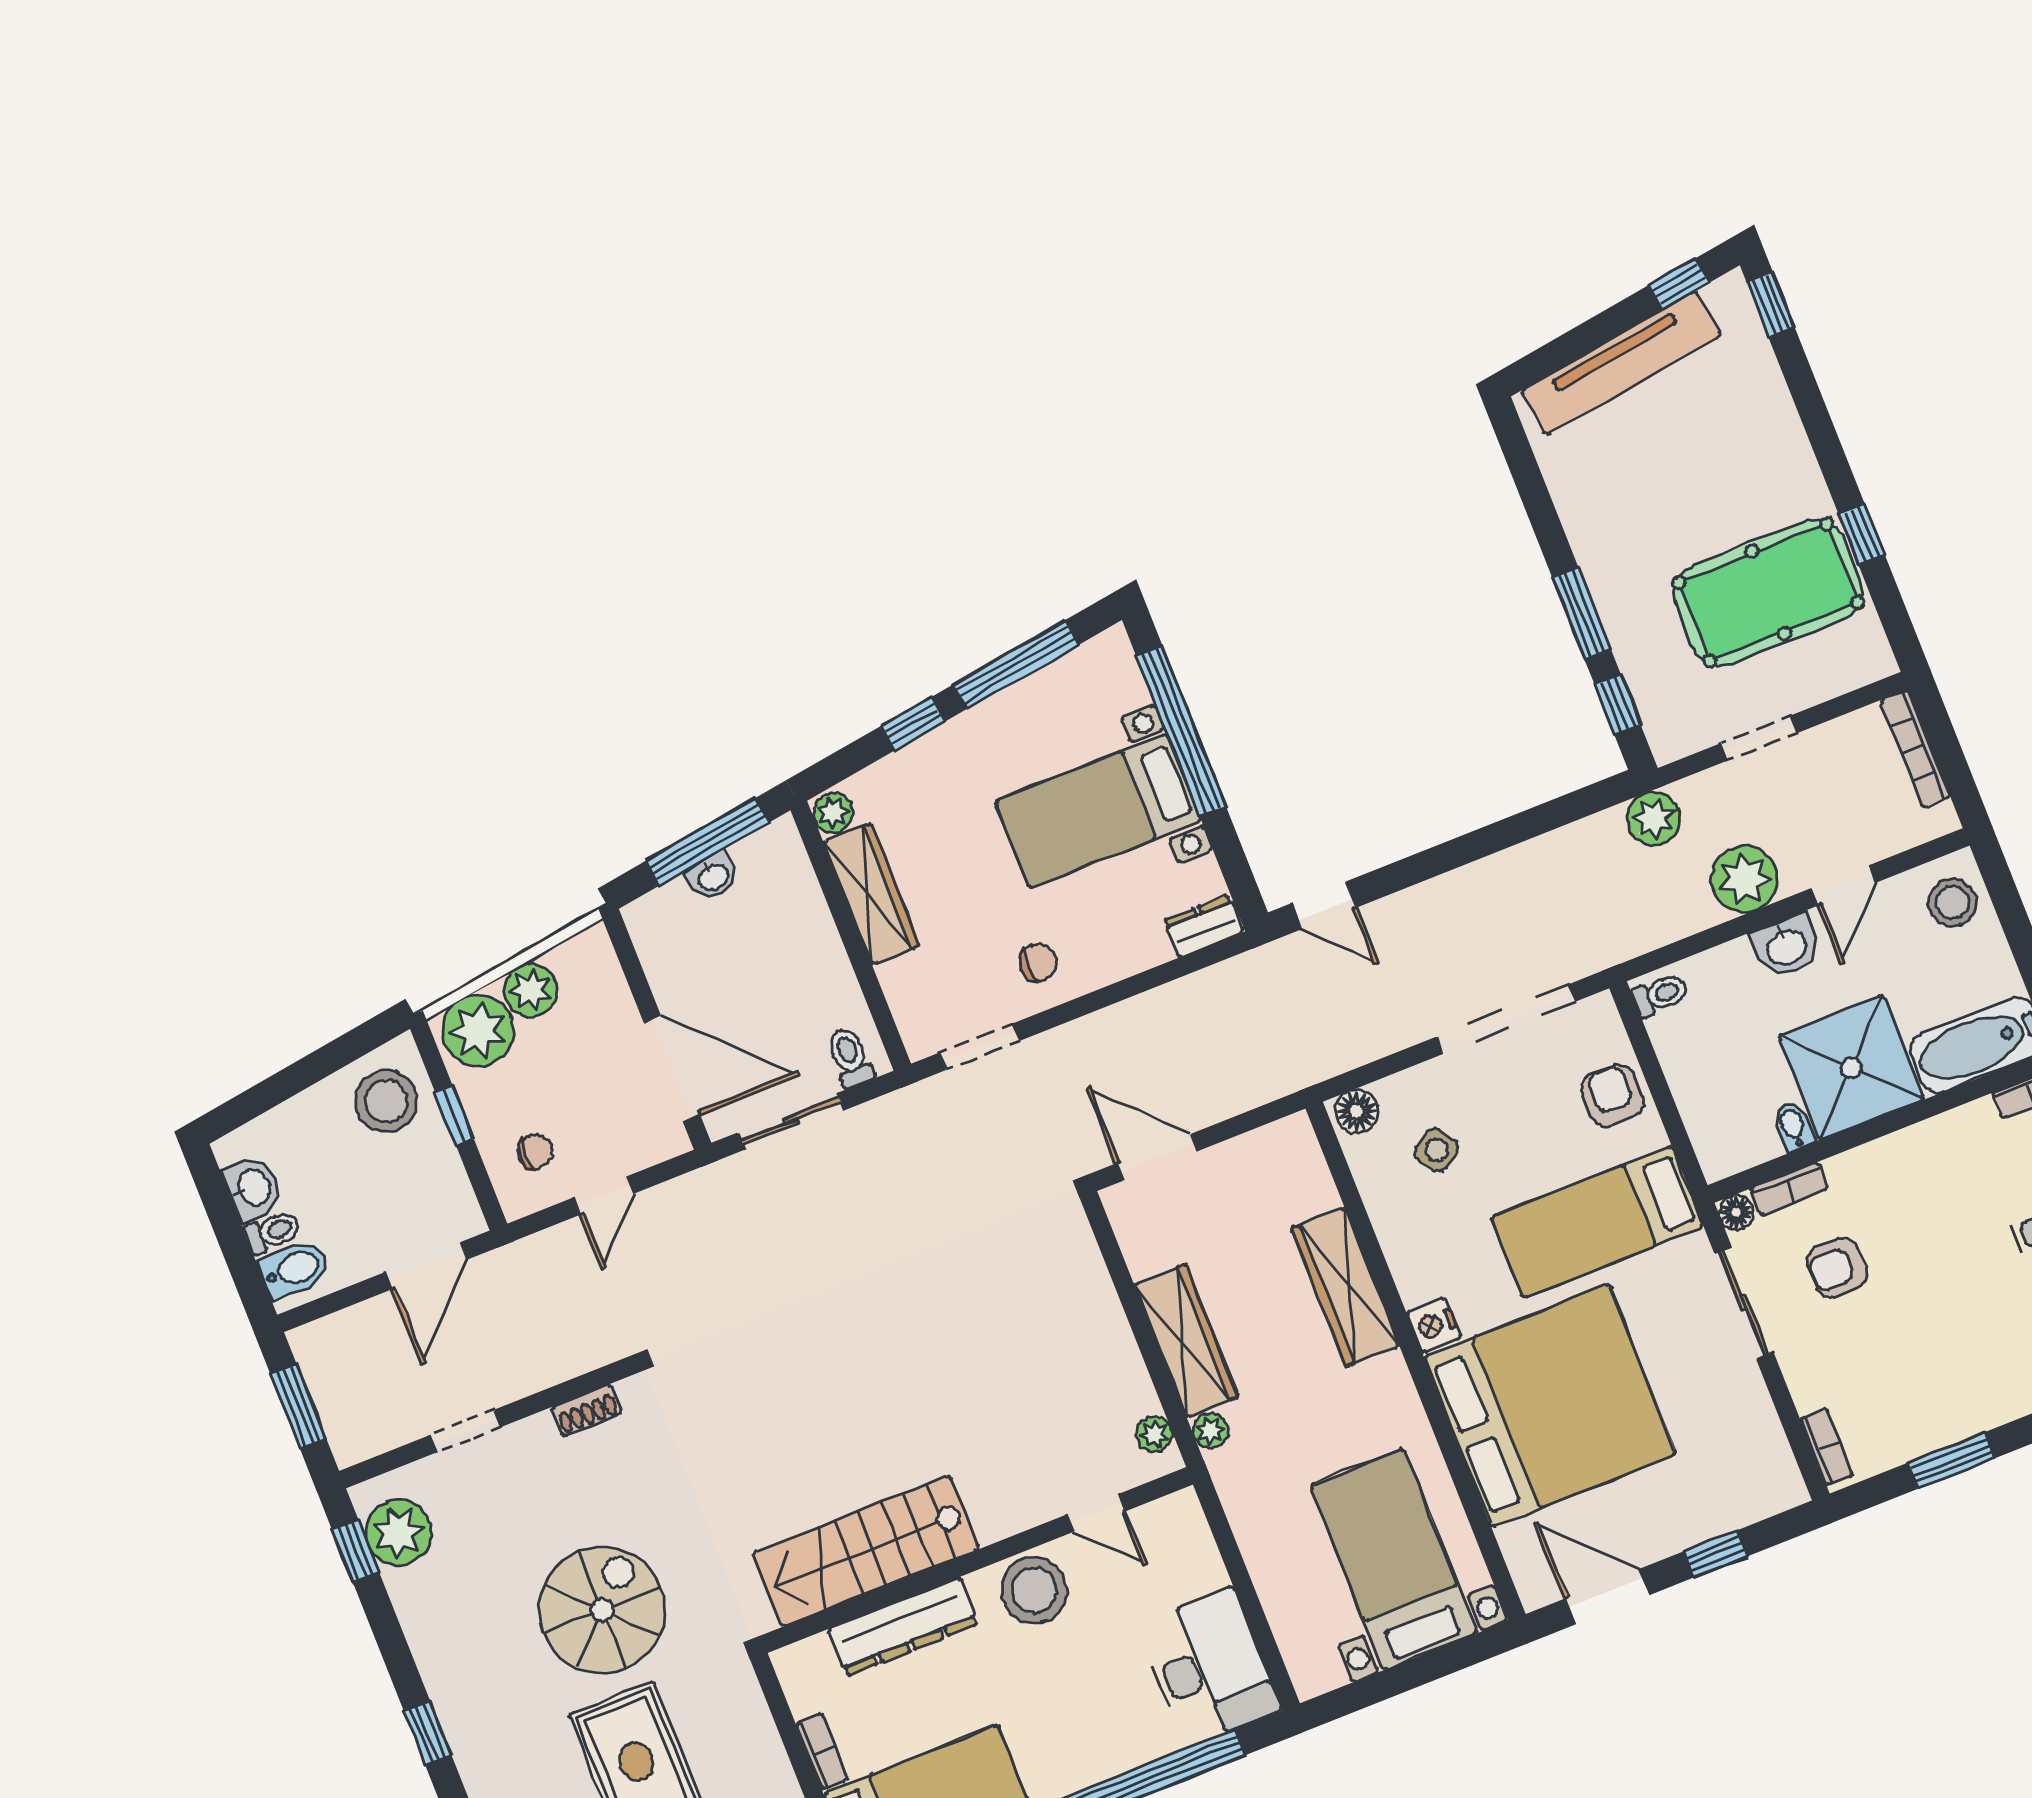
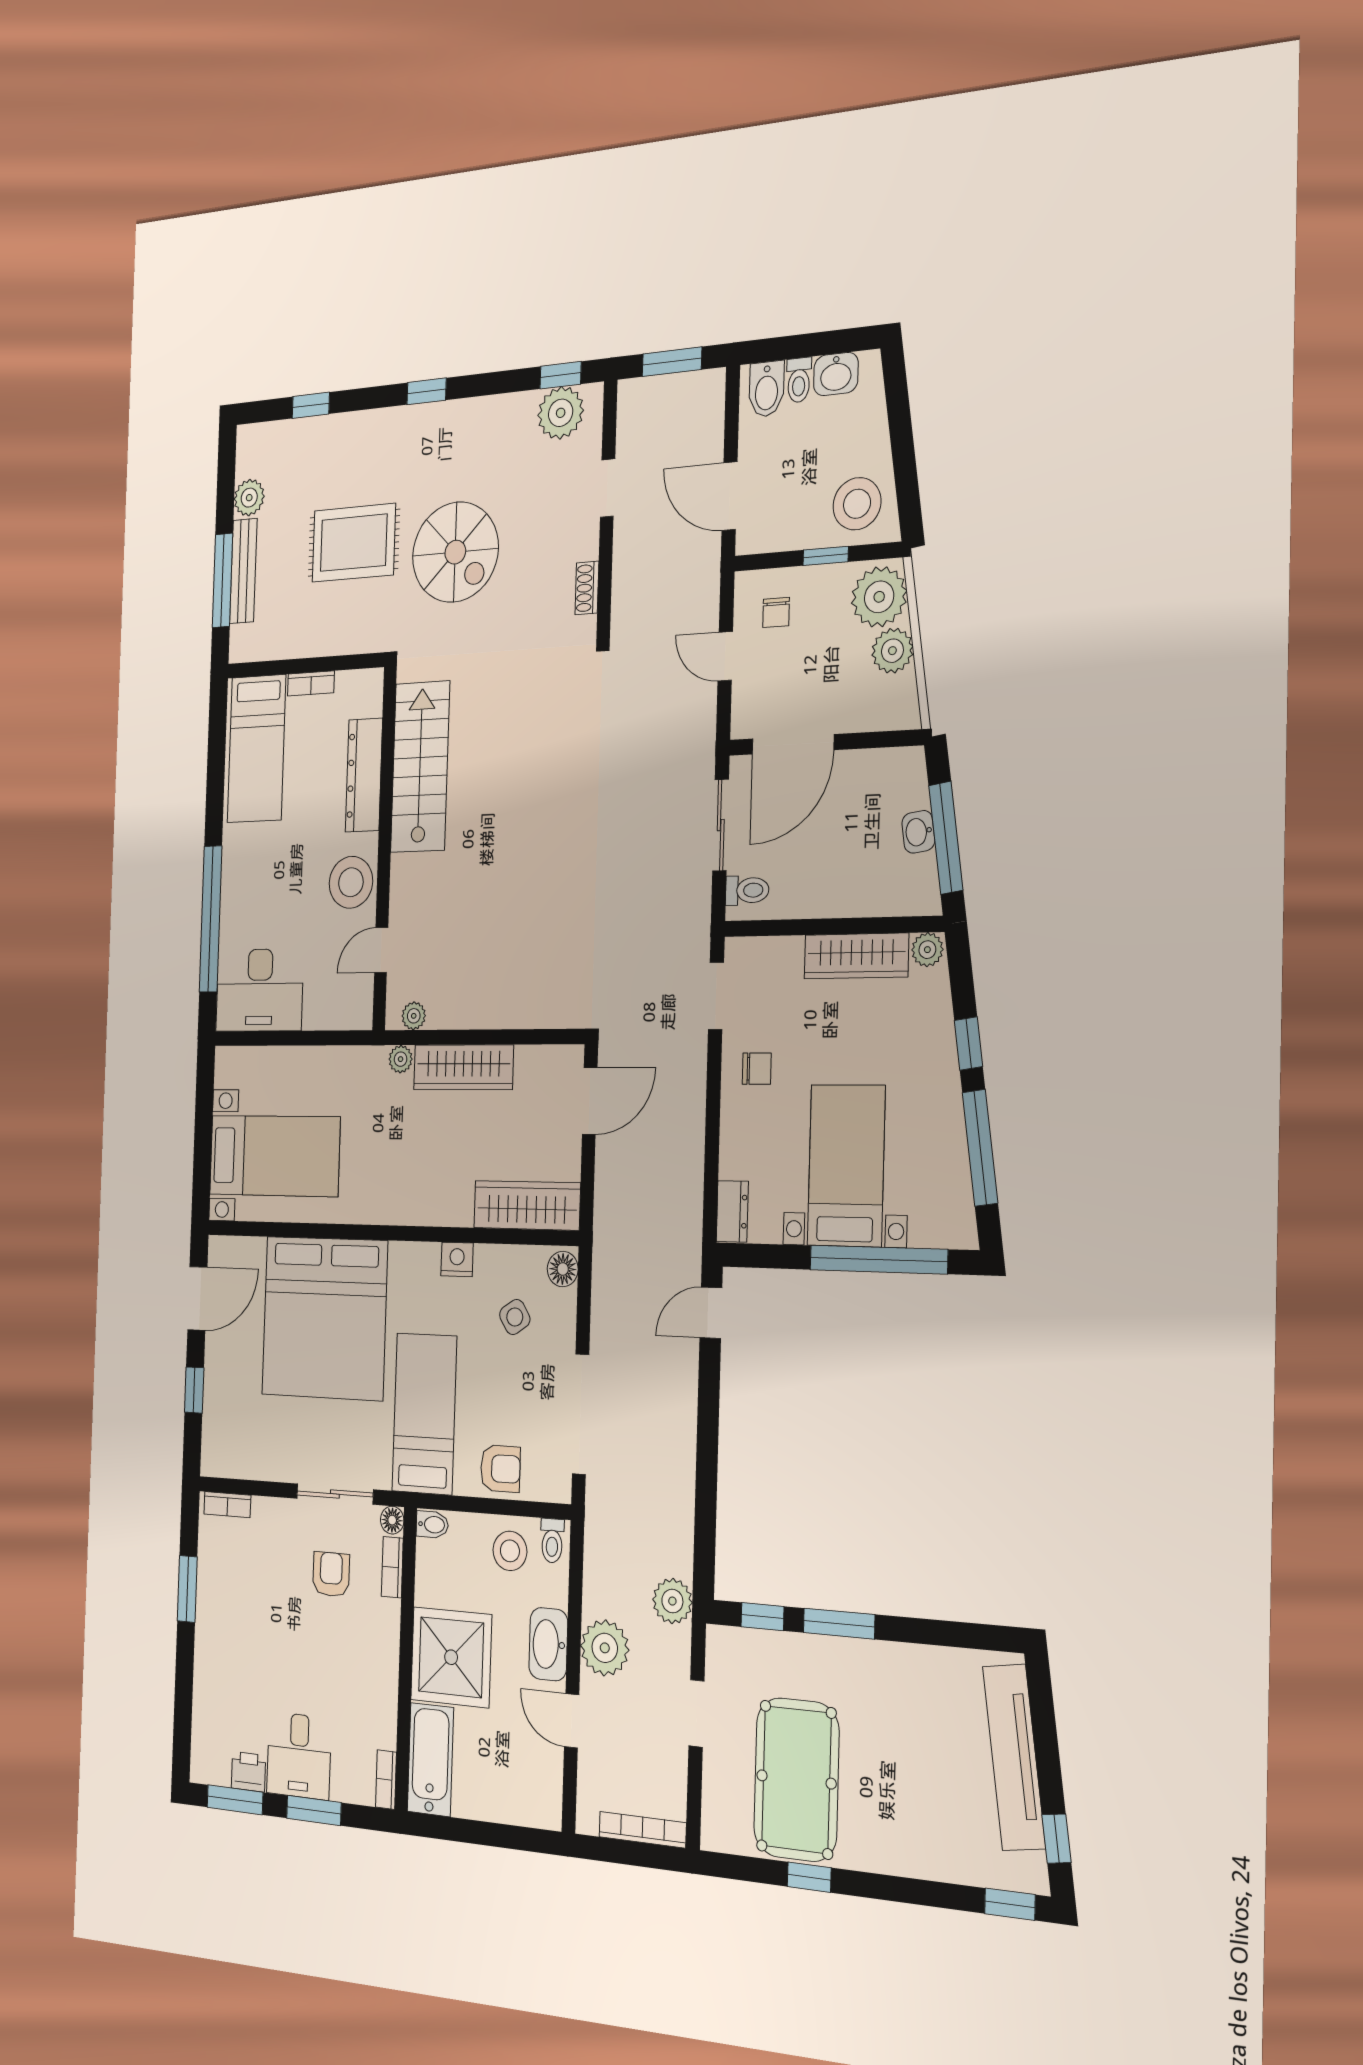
stool: (1953, 903) -> (510, 1551), moved
washbasin: (1786, 946) -> (548, 1644), width x1.38
chair: (1038, 963) -> (757, 1069), turned -90
bidet: (1793, 1127) -> (432, 1525), moved
wardrobe: (1345, 1287) -> (527, 1205), moved
nightstand: (1434, 1325) -> (457, 1259), moved

